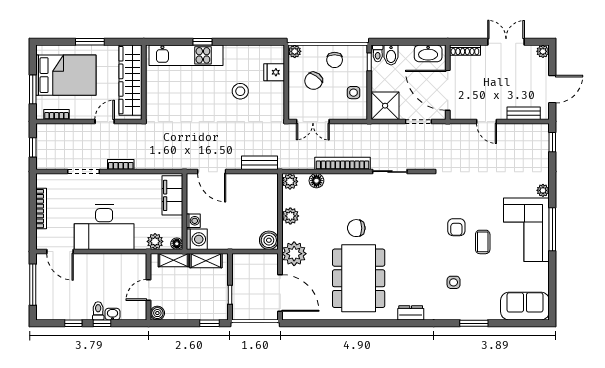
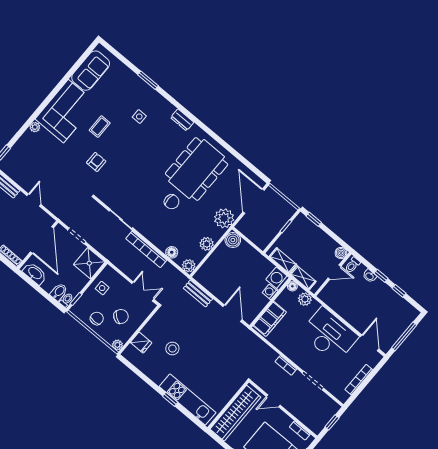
armchair: (456, 227) -> (96, 162), moved
window: (552, 229) -> (49, 98), removed
sofa: (525, 306) -> (91, 71), moved, turned -90
toilet: (98, 311) -> (352, 265), moved

